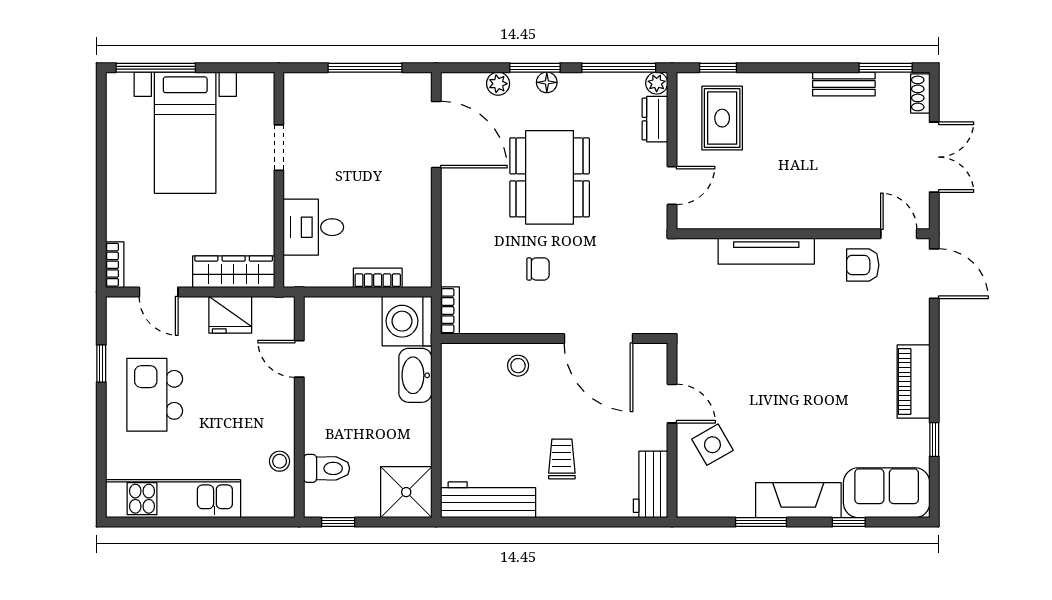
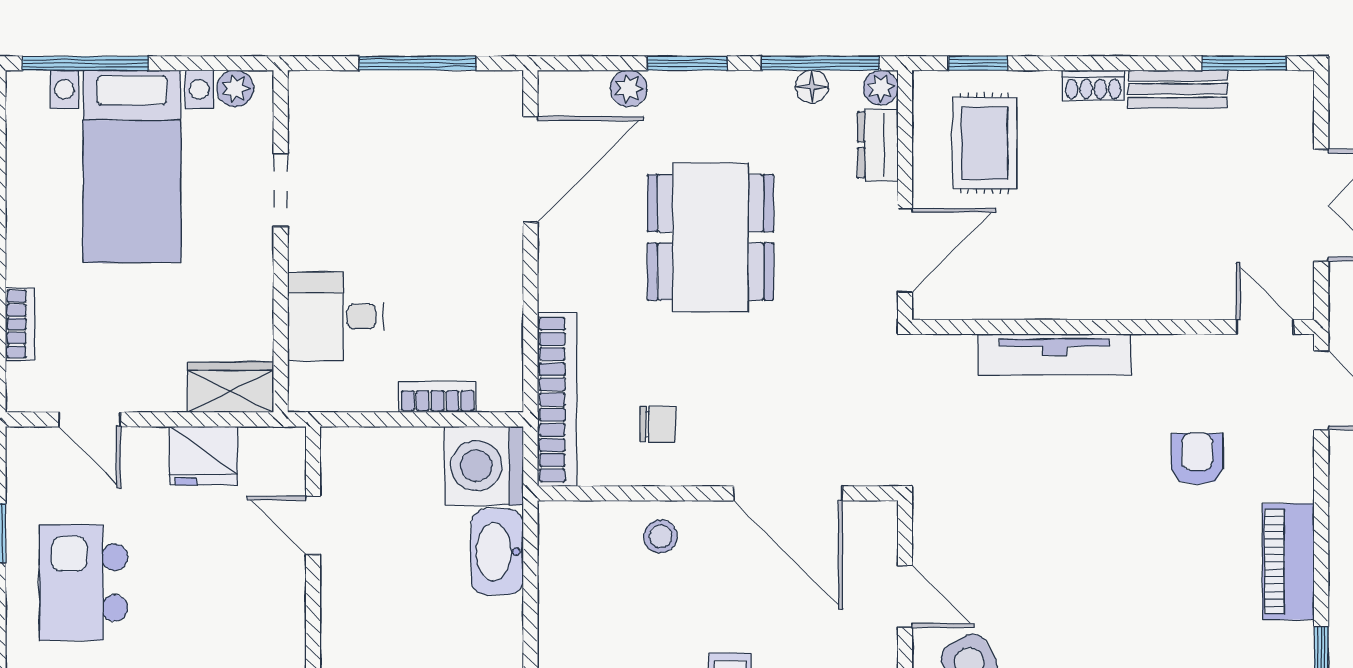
floor lamp: (547, 82) -> (812, 87), moved
plant: (250, 84) -> (235, 89), added
shoe rack: (920, 93) -> (1093, 85), moved, turned -90
door: (436, 135) -> (530, 169), hinge flipped
door: (672, 185) -> (905, 250), width x1.38
bookcase: (115, 265) -> (20, 324), moved
armchair: (863, 265) -> (1197, 459), moved, turned 90
chair: (538, 269) -> (658, 424), moved
wardrobe: (234, 272) -> (230, 387), width x0.67
bookcase: (450, 311) -> (557, 400), width x2.31, depth x1.31

